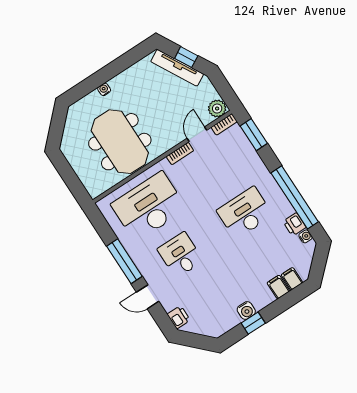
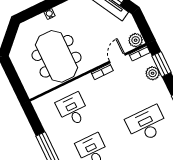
plant: (244, 148) -> (153, 73), added
desk: (149, 206) -> (73, 110), width x0.53, depth x0.77

